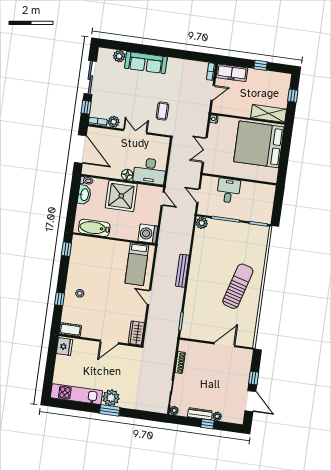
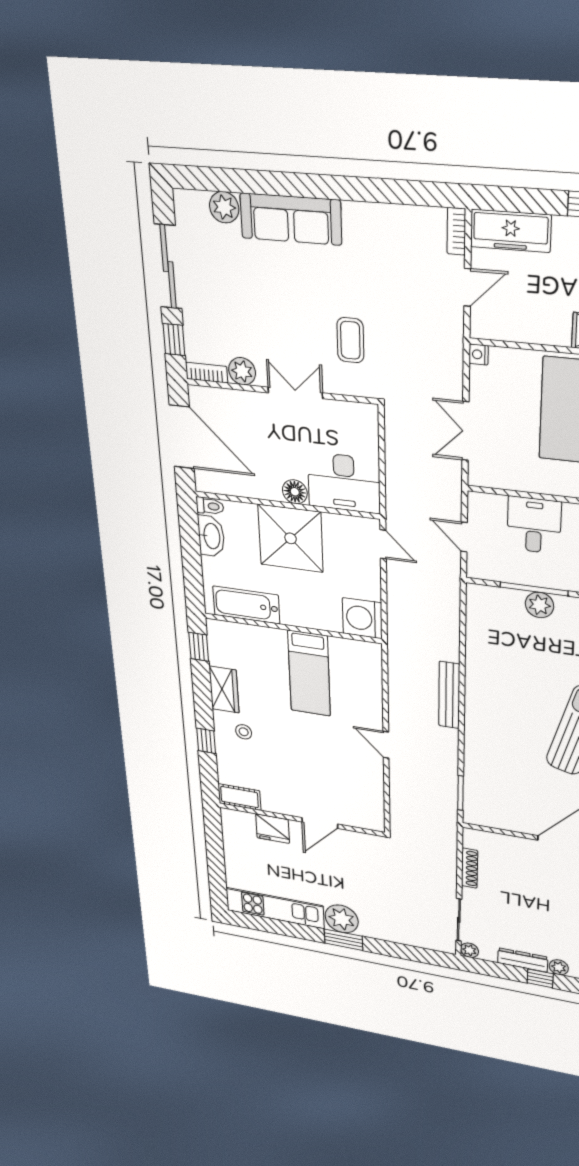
plant: (202, 223) -> (539, 605), moved
bed: (137, 264) -> (309, 673), moved
wardrobe: (136, 333) -> (224, 689), moved, turned 180
fridge: (64, 347) -> (273, 829), moved, turned 90

